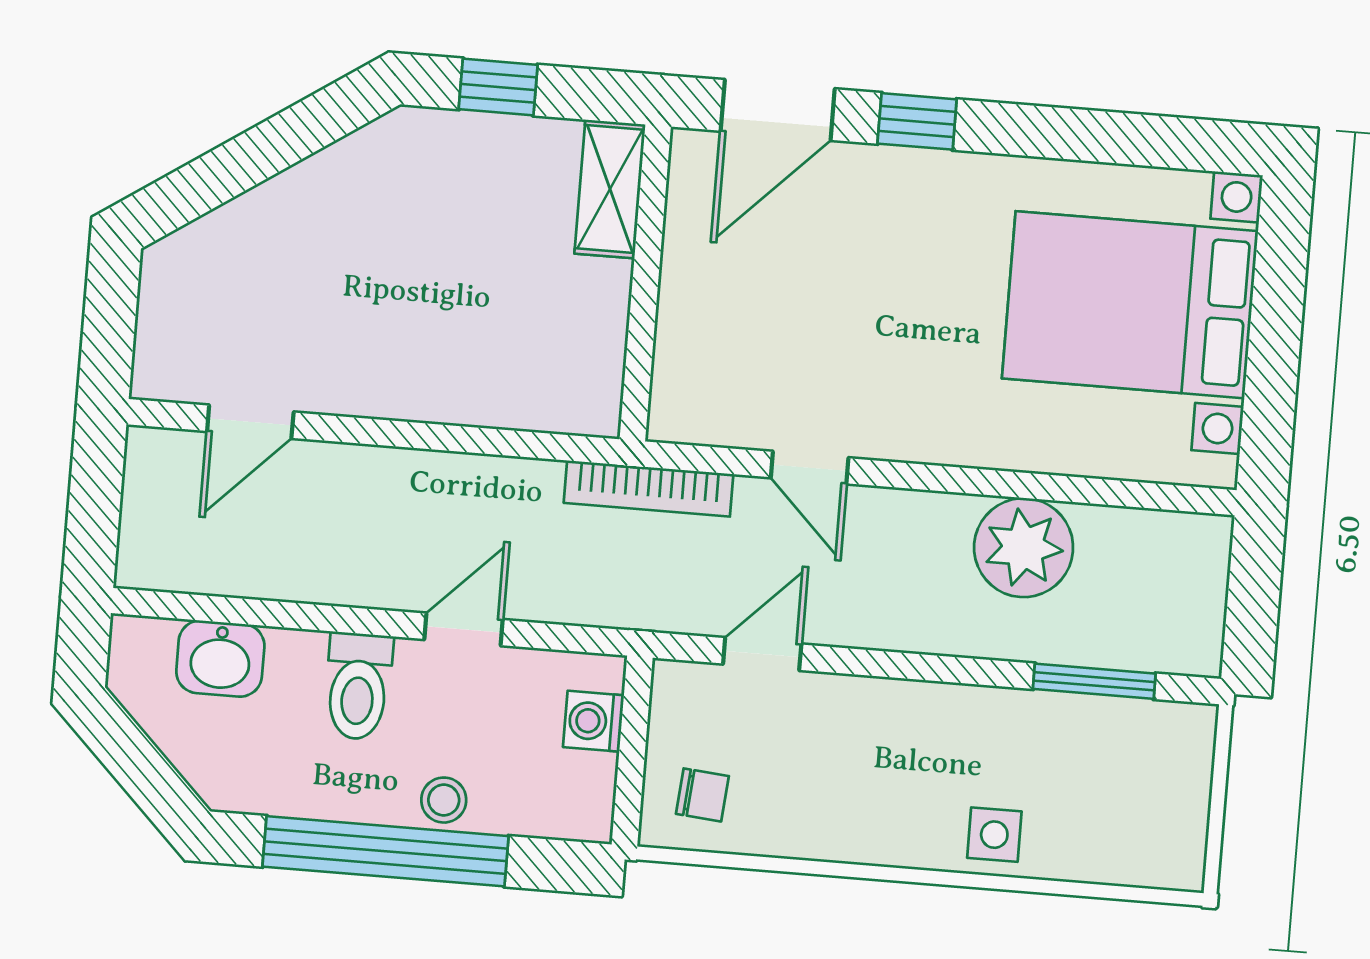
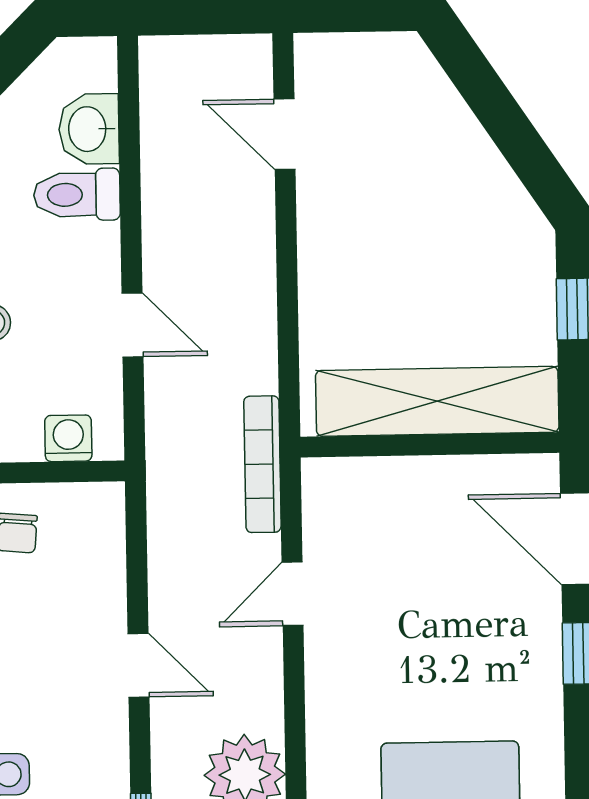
shelving: (610, 189) -> (437, 401), width x2.20, depth x1.33
door: (762, 654) -> (138, 665), moved
toilet: (358, 686) -> (77, 195), moved

